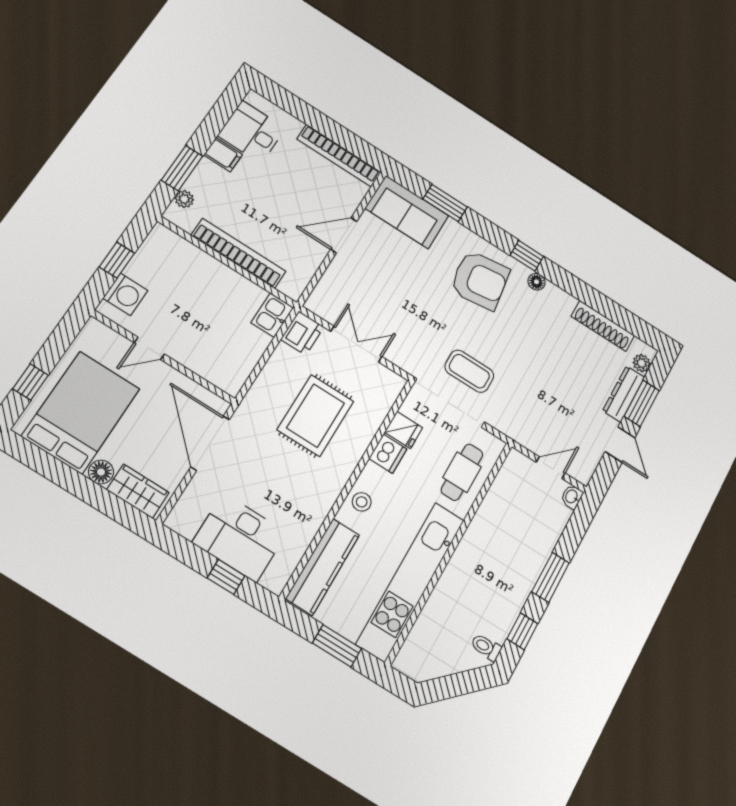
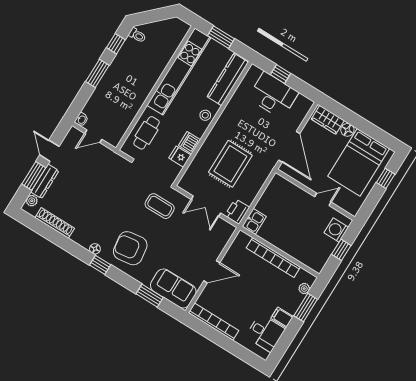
coffee table: (469, 371) -> (160, 206), moved

